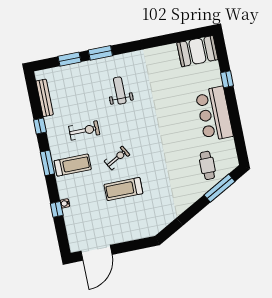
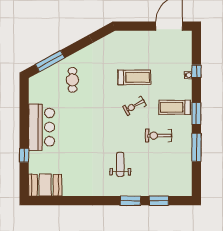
weight bench: (120, 90) -> (120, 164), turned 180
bench: (45, 98) -> (187, 171), removed
window: (40, 126) -> (196, 147), width x2.17
cafe table: (207, 165) -> (72, 80), moved

